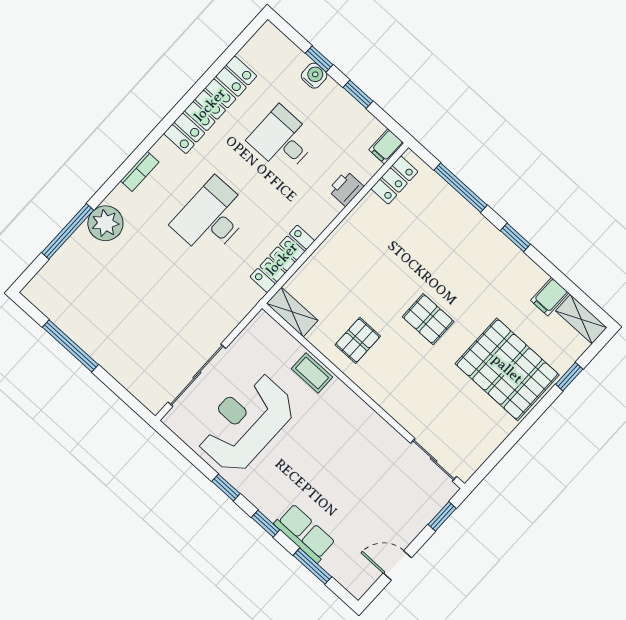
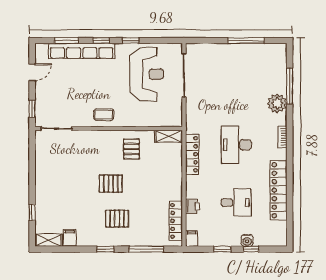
locker: (394, 180) -> (176, 221), width x1.53
desk: (211, 218) -> (236, 145), turned 180
pallet: (507, 369) -> (117, 219), moved, width x0.49, depth x0.50
coffee table: (312, 373) -> (104, 115), moved
row of seats: (305, 533) -> (82, 51), width x2.02

